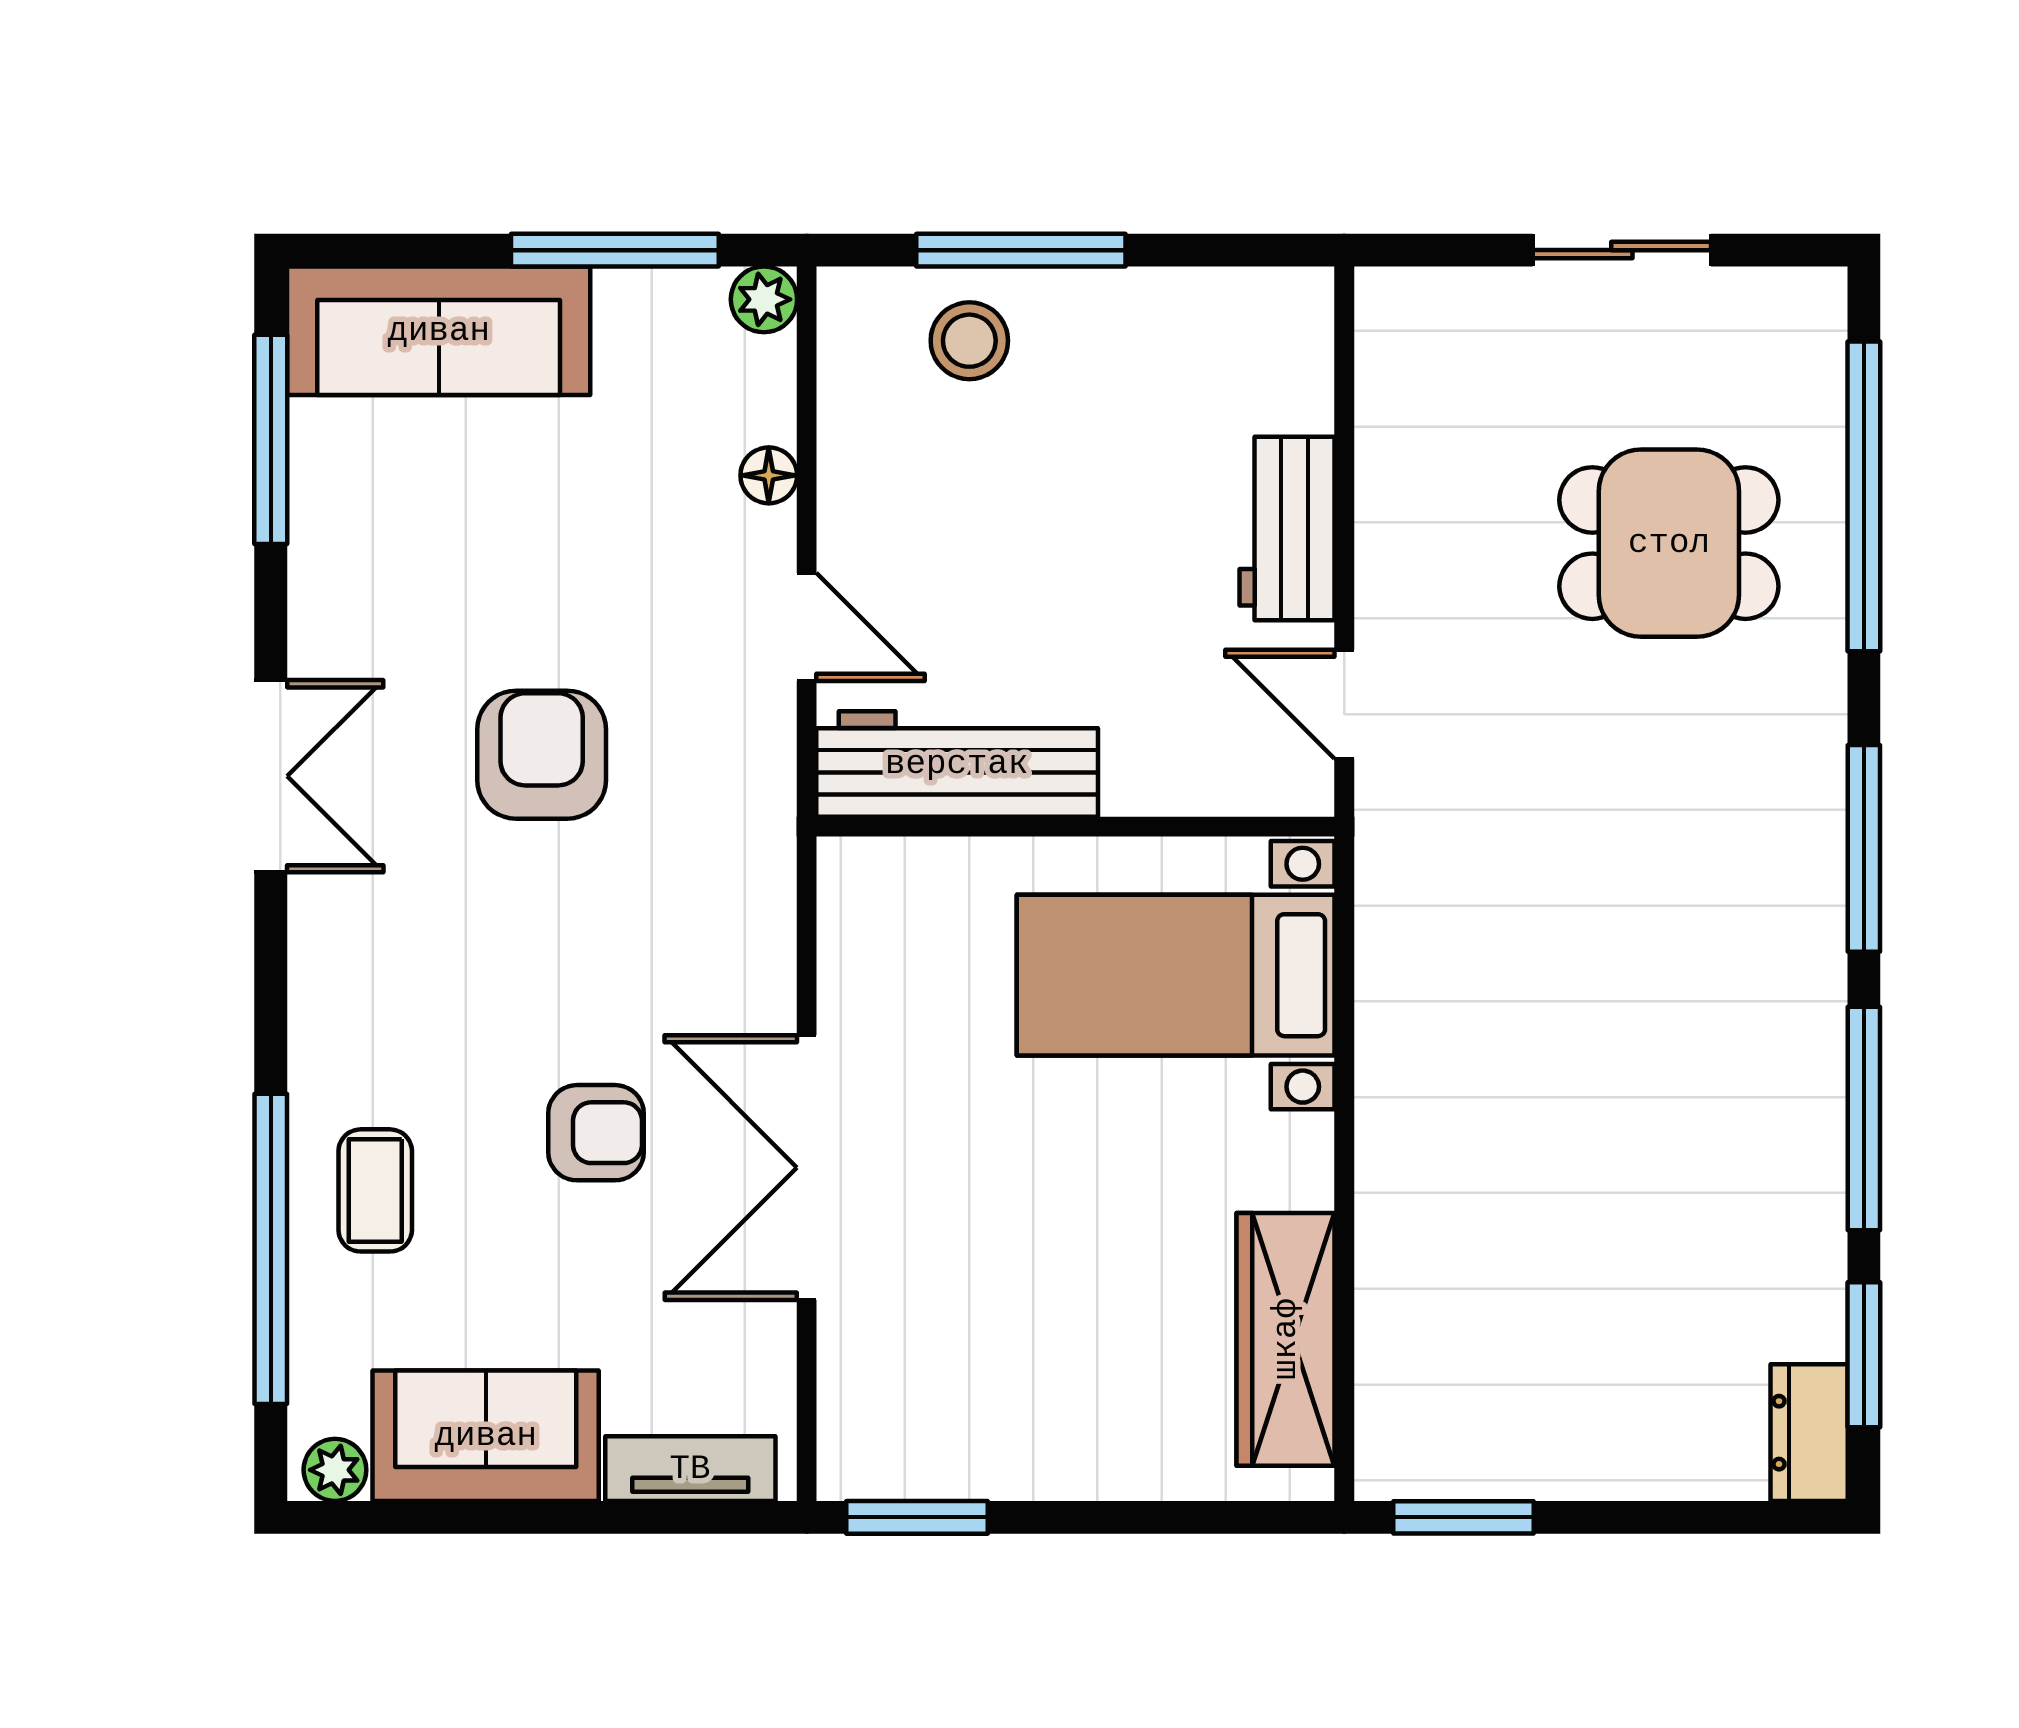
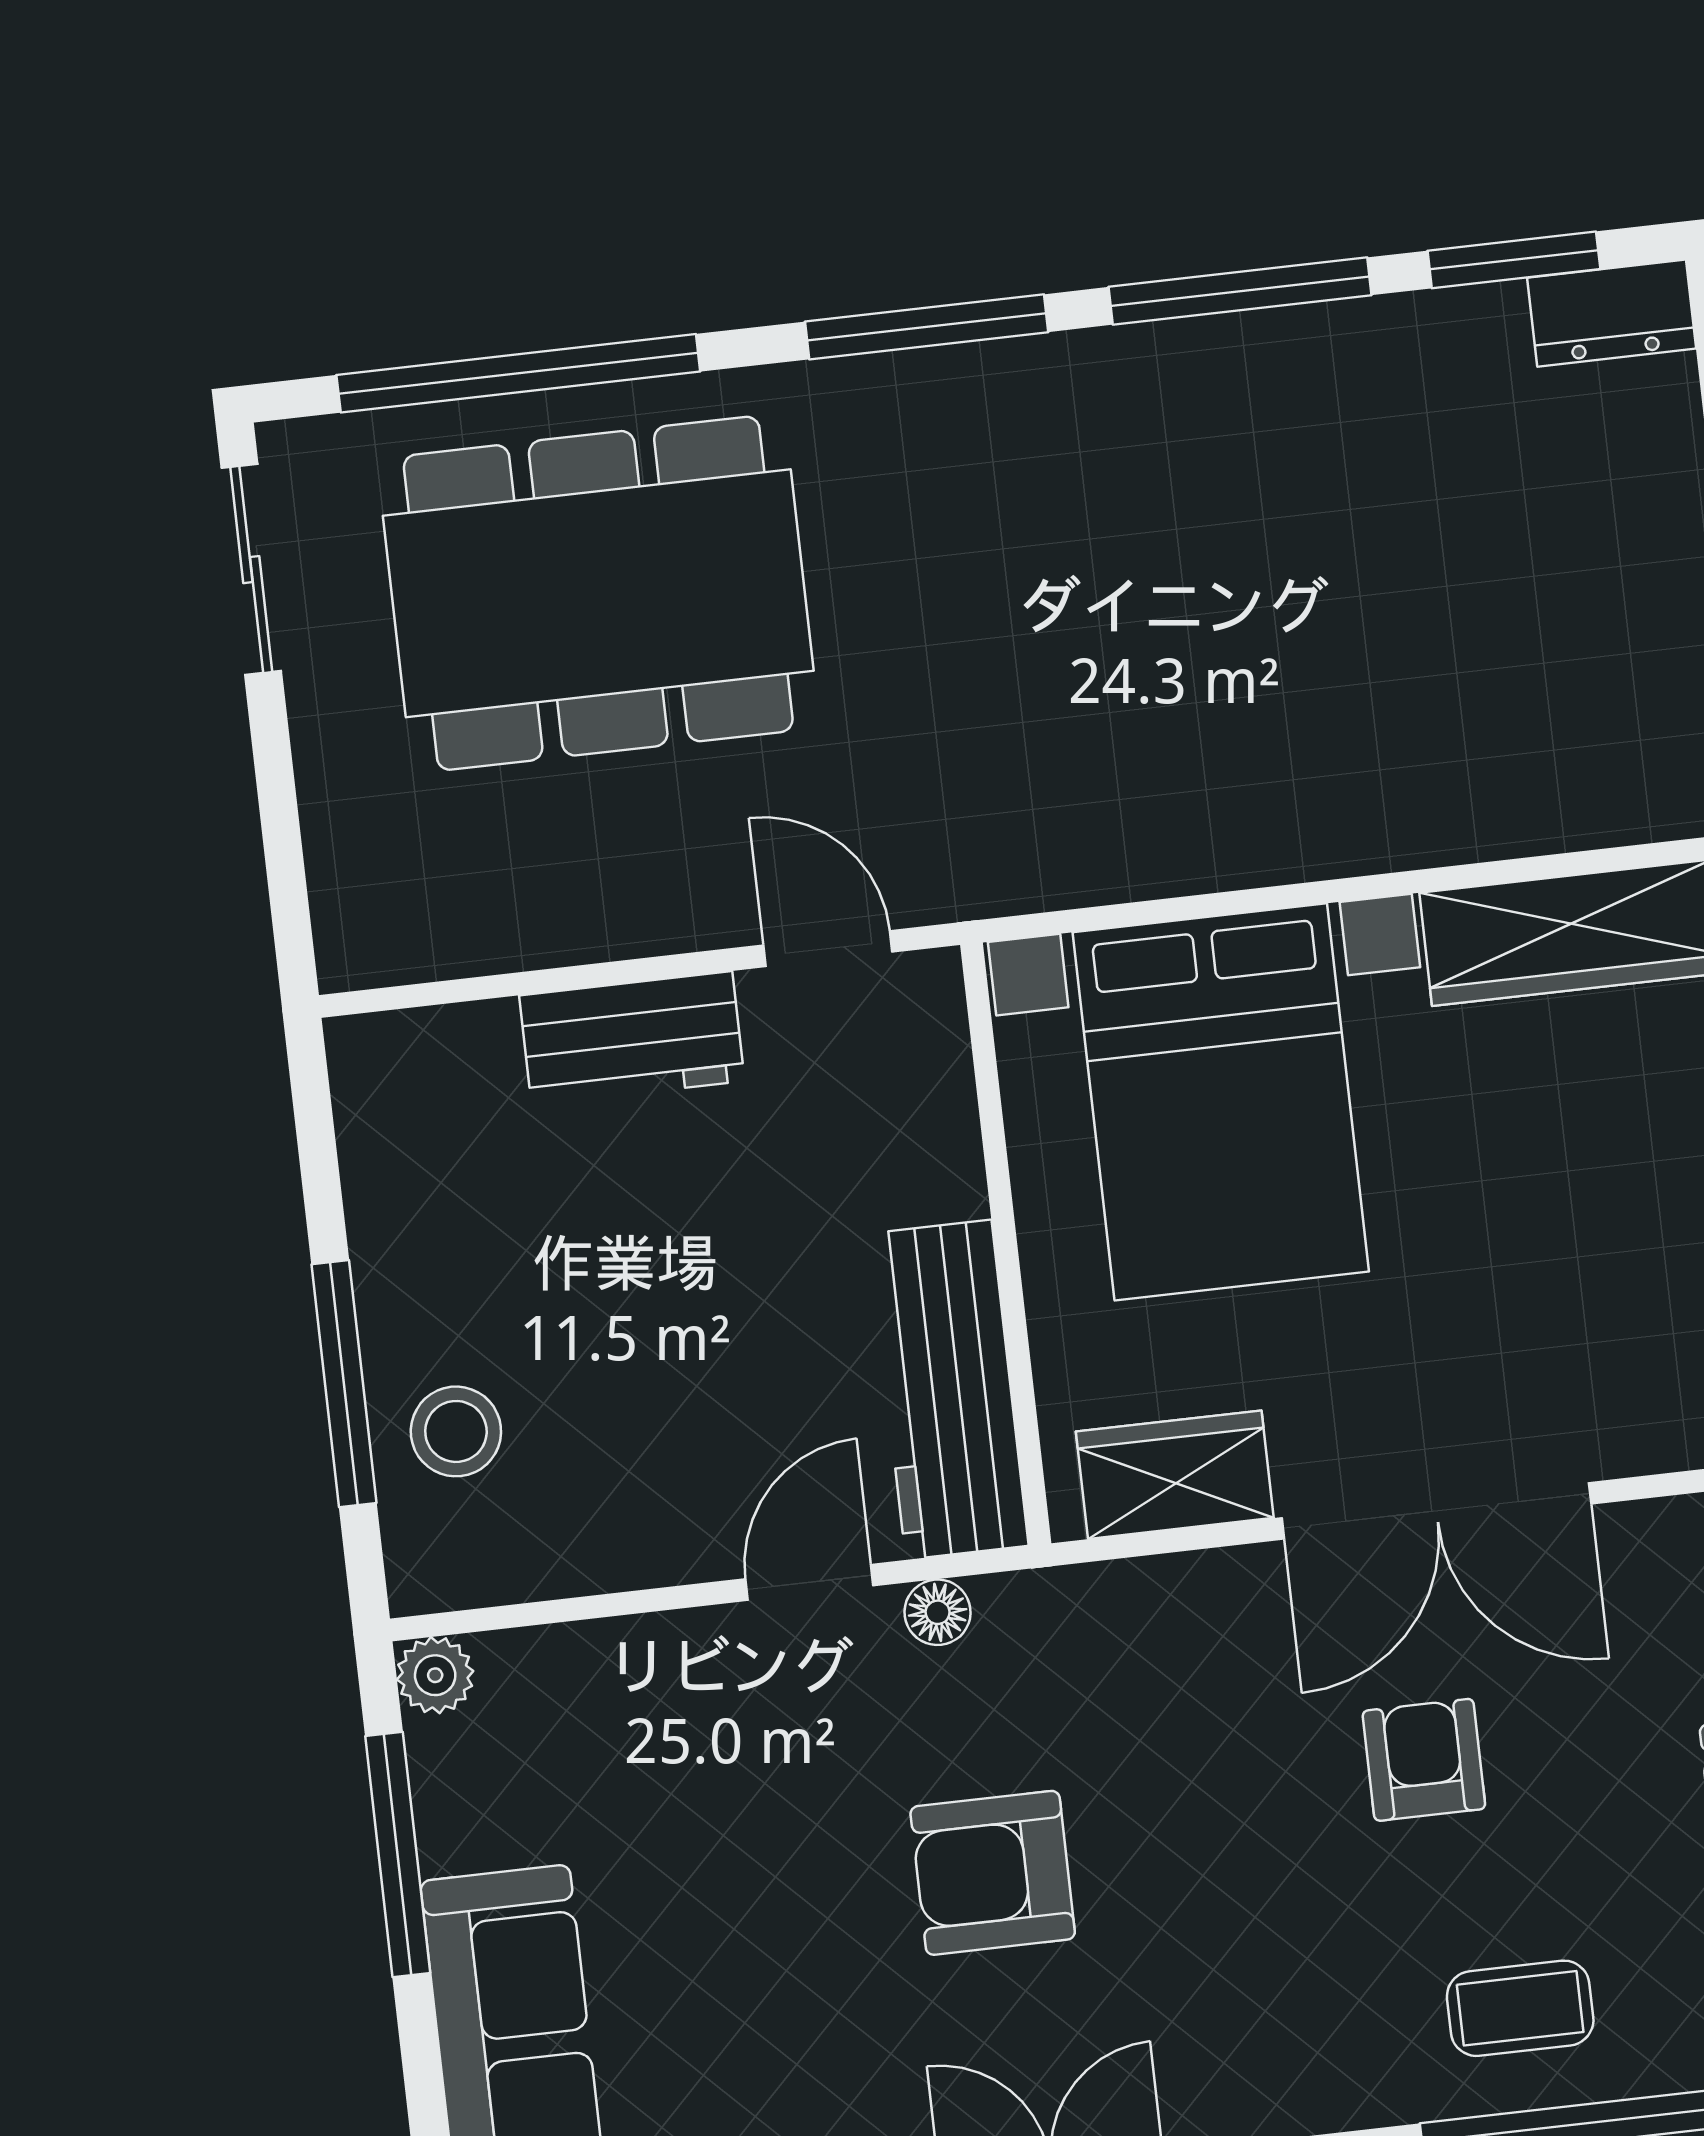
sliding door: (1622, 250) -> (251, 570), moved
floor lamp: (769, 475) -> (938, 1612), moved
dining table: (1669, 543) -> (598, 593), width x1.88, depth x1.24
door: (1344, 704) -> (828, 949), swing flipped
wardrobe: (863, 948) -> (1175, 1475), added
bed with nightstands: (1176, 975) -> (1221, 1102), width x1.36

